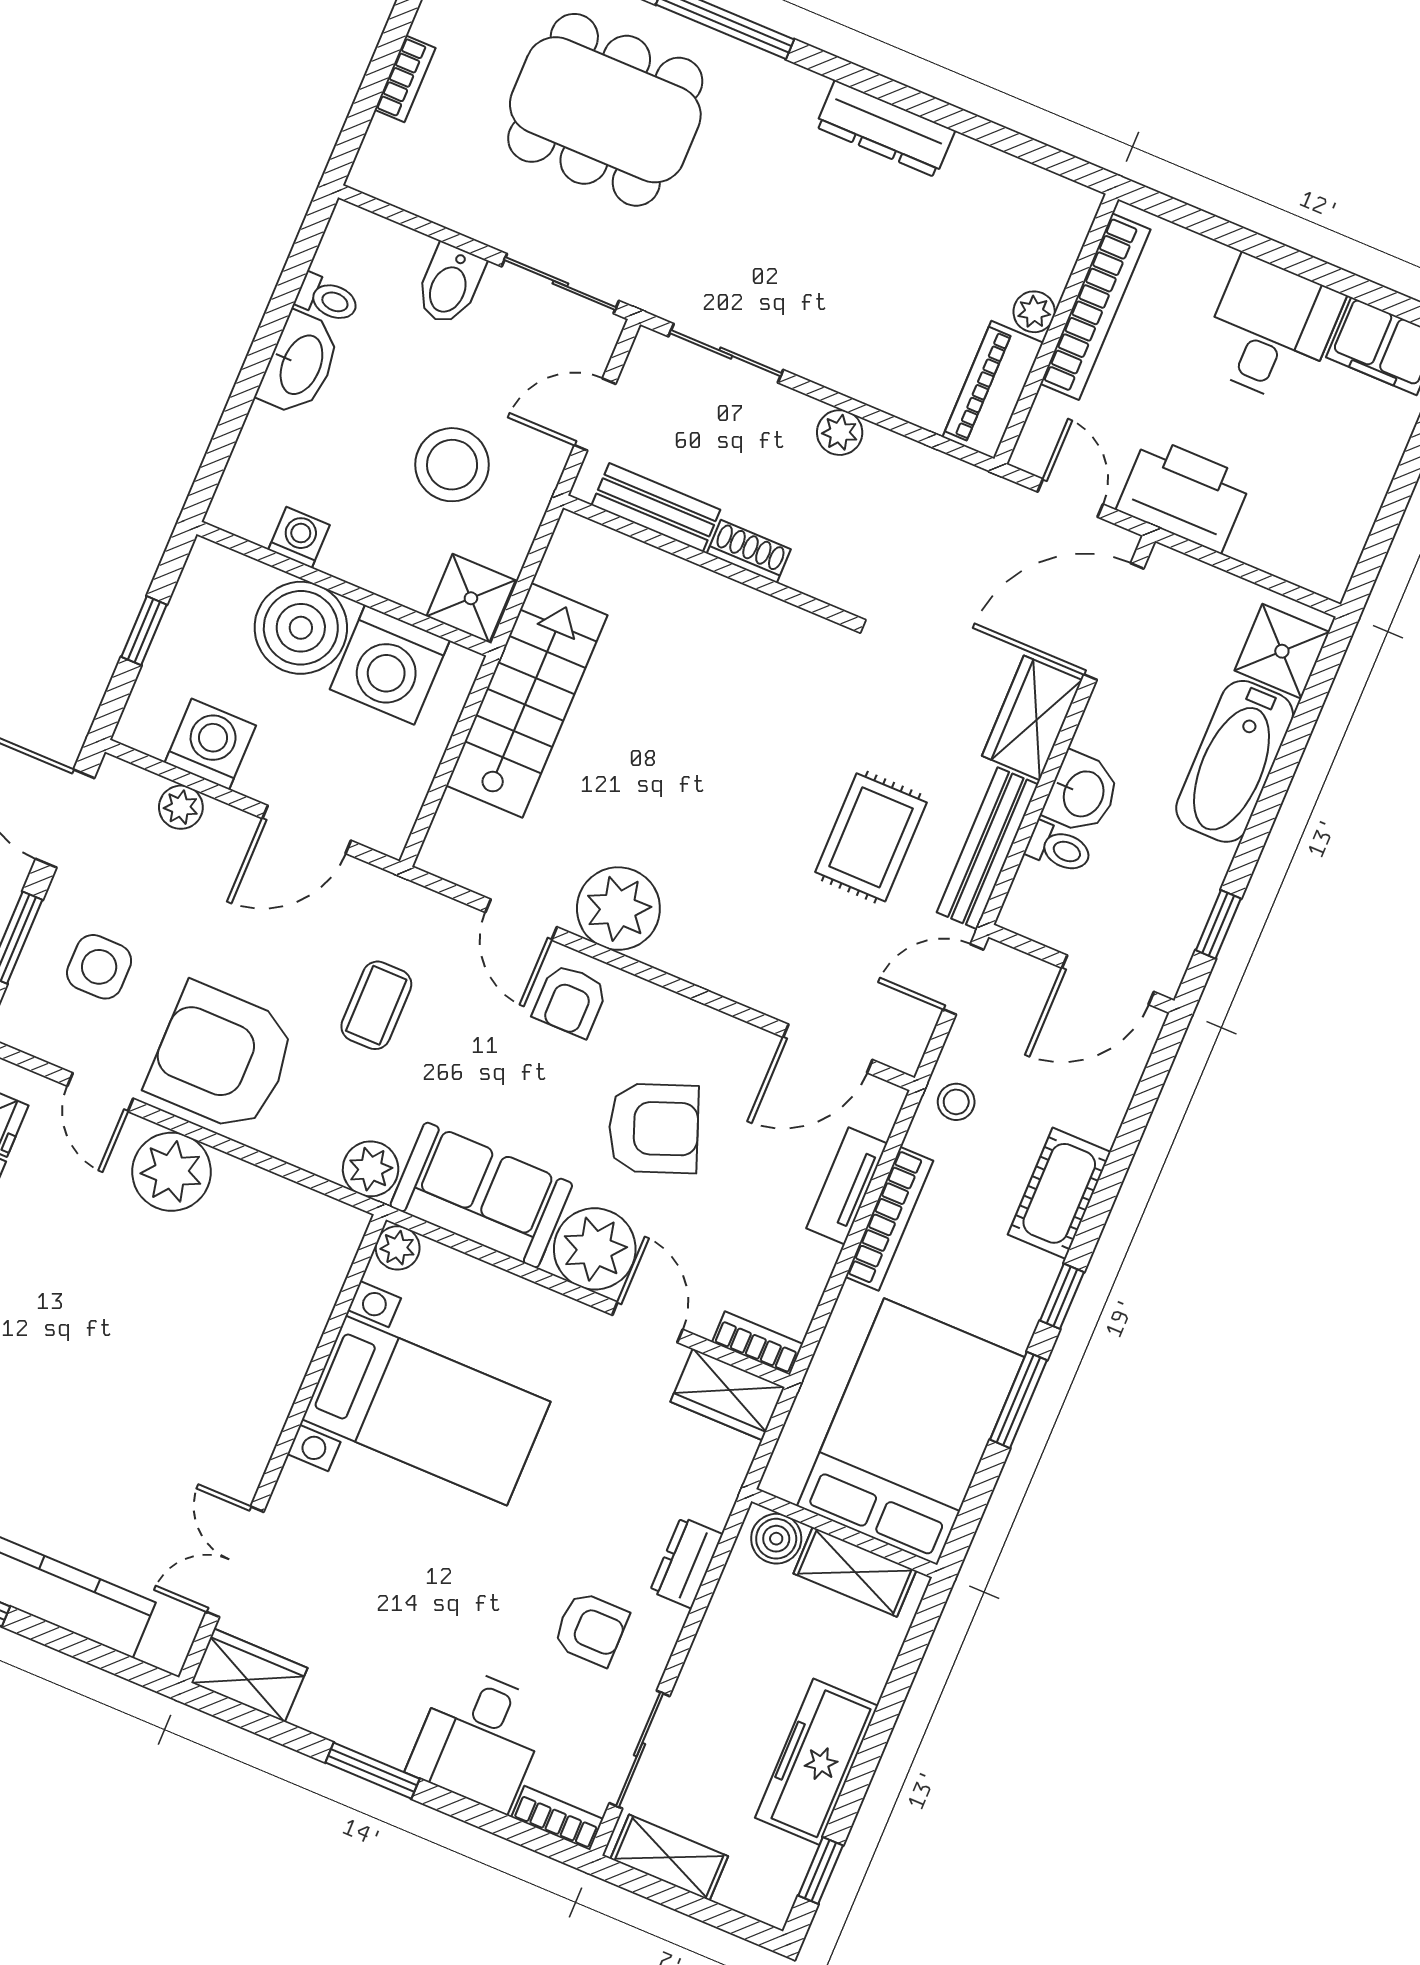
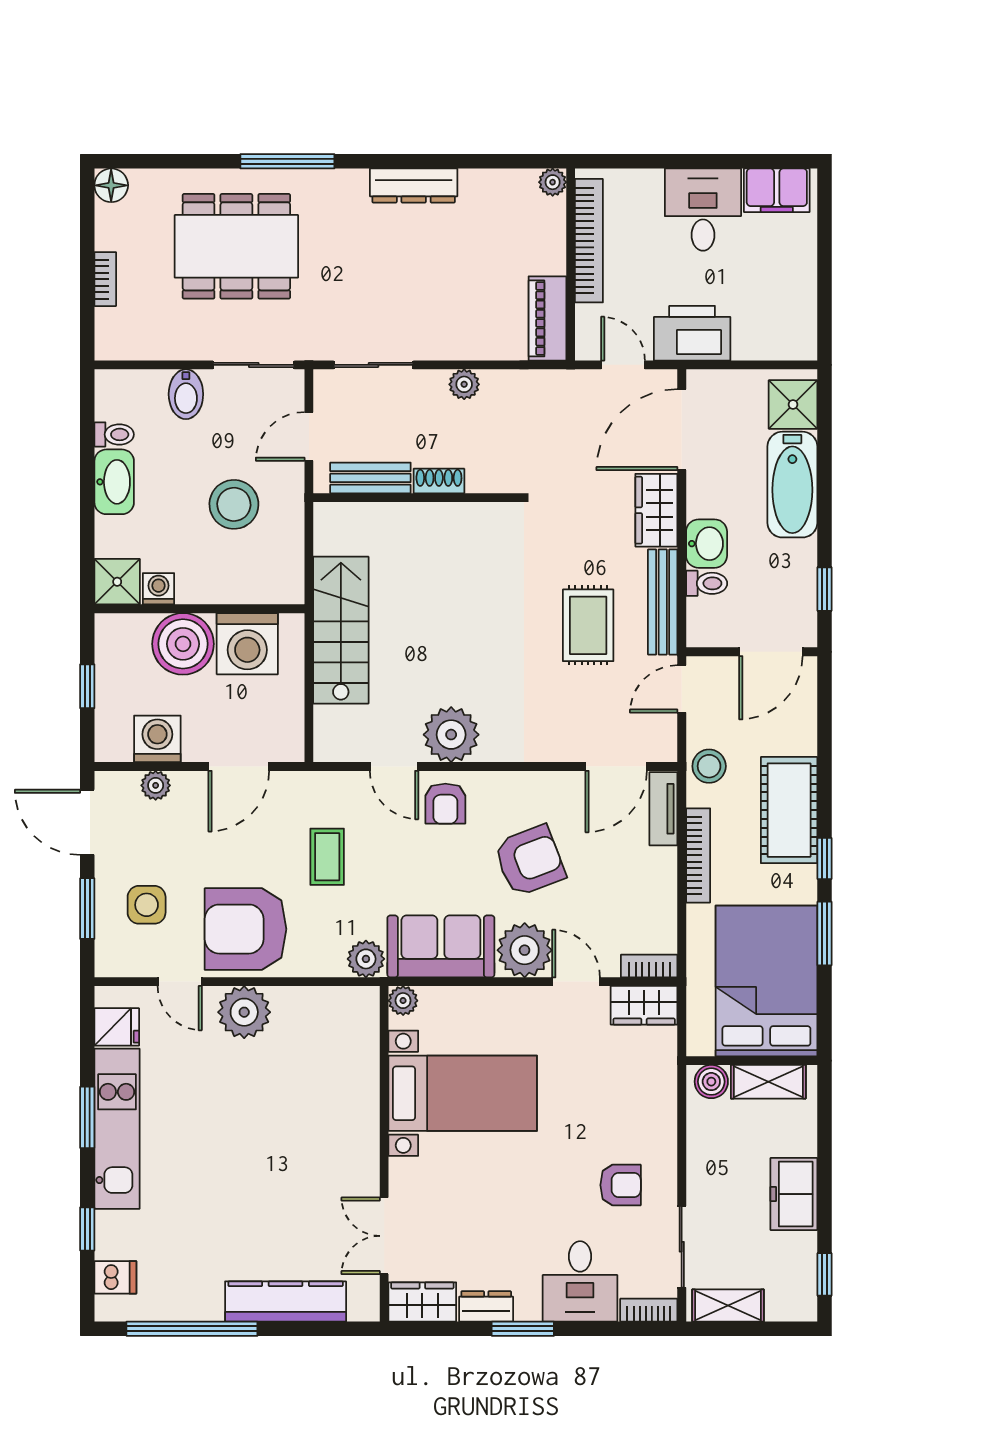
plant: (1034, 312) -> (553, 182), moved
shower: (471, 598) -> (117, 582), moved
stool: (956, 1102) -> (709, 766), width x1.37, depth x1.37
tv unit: (847, 1186) -> (663, 809), moved
cot: (1059, 1193) -> (789, 810), width x1.37, depth x1.34
dresser: (686, 1563) -> (486, 1306), moved, turned 90
freezer: (817, 1762) -> (794, 1194), width x0.71

